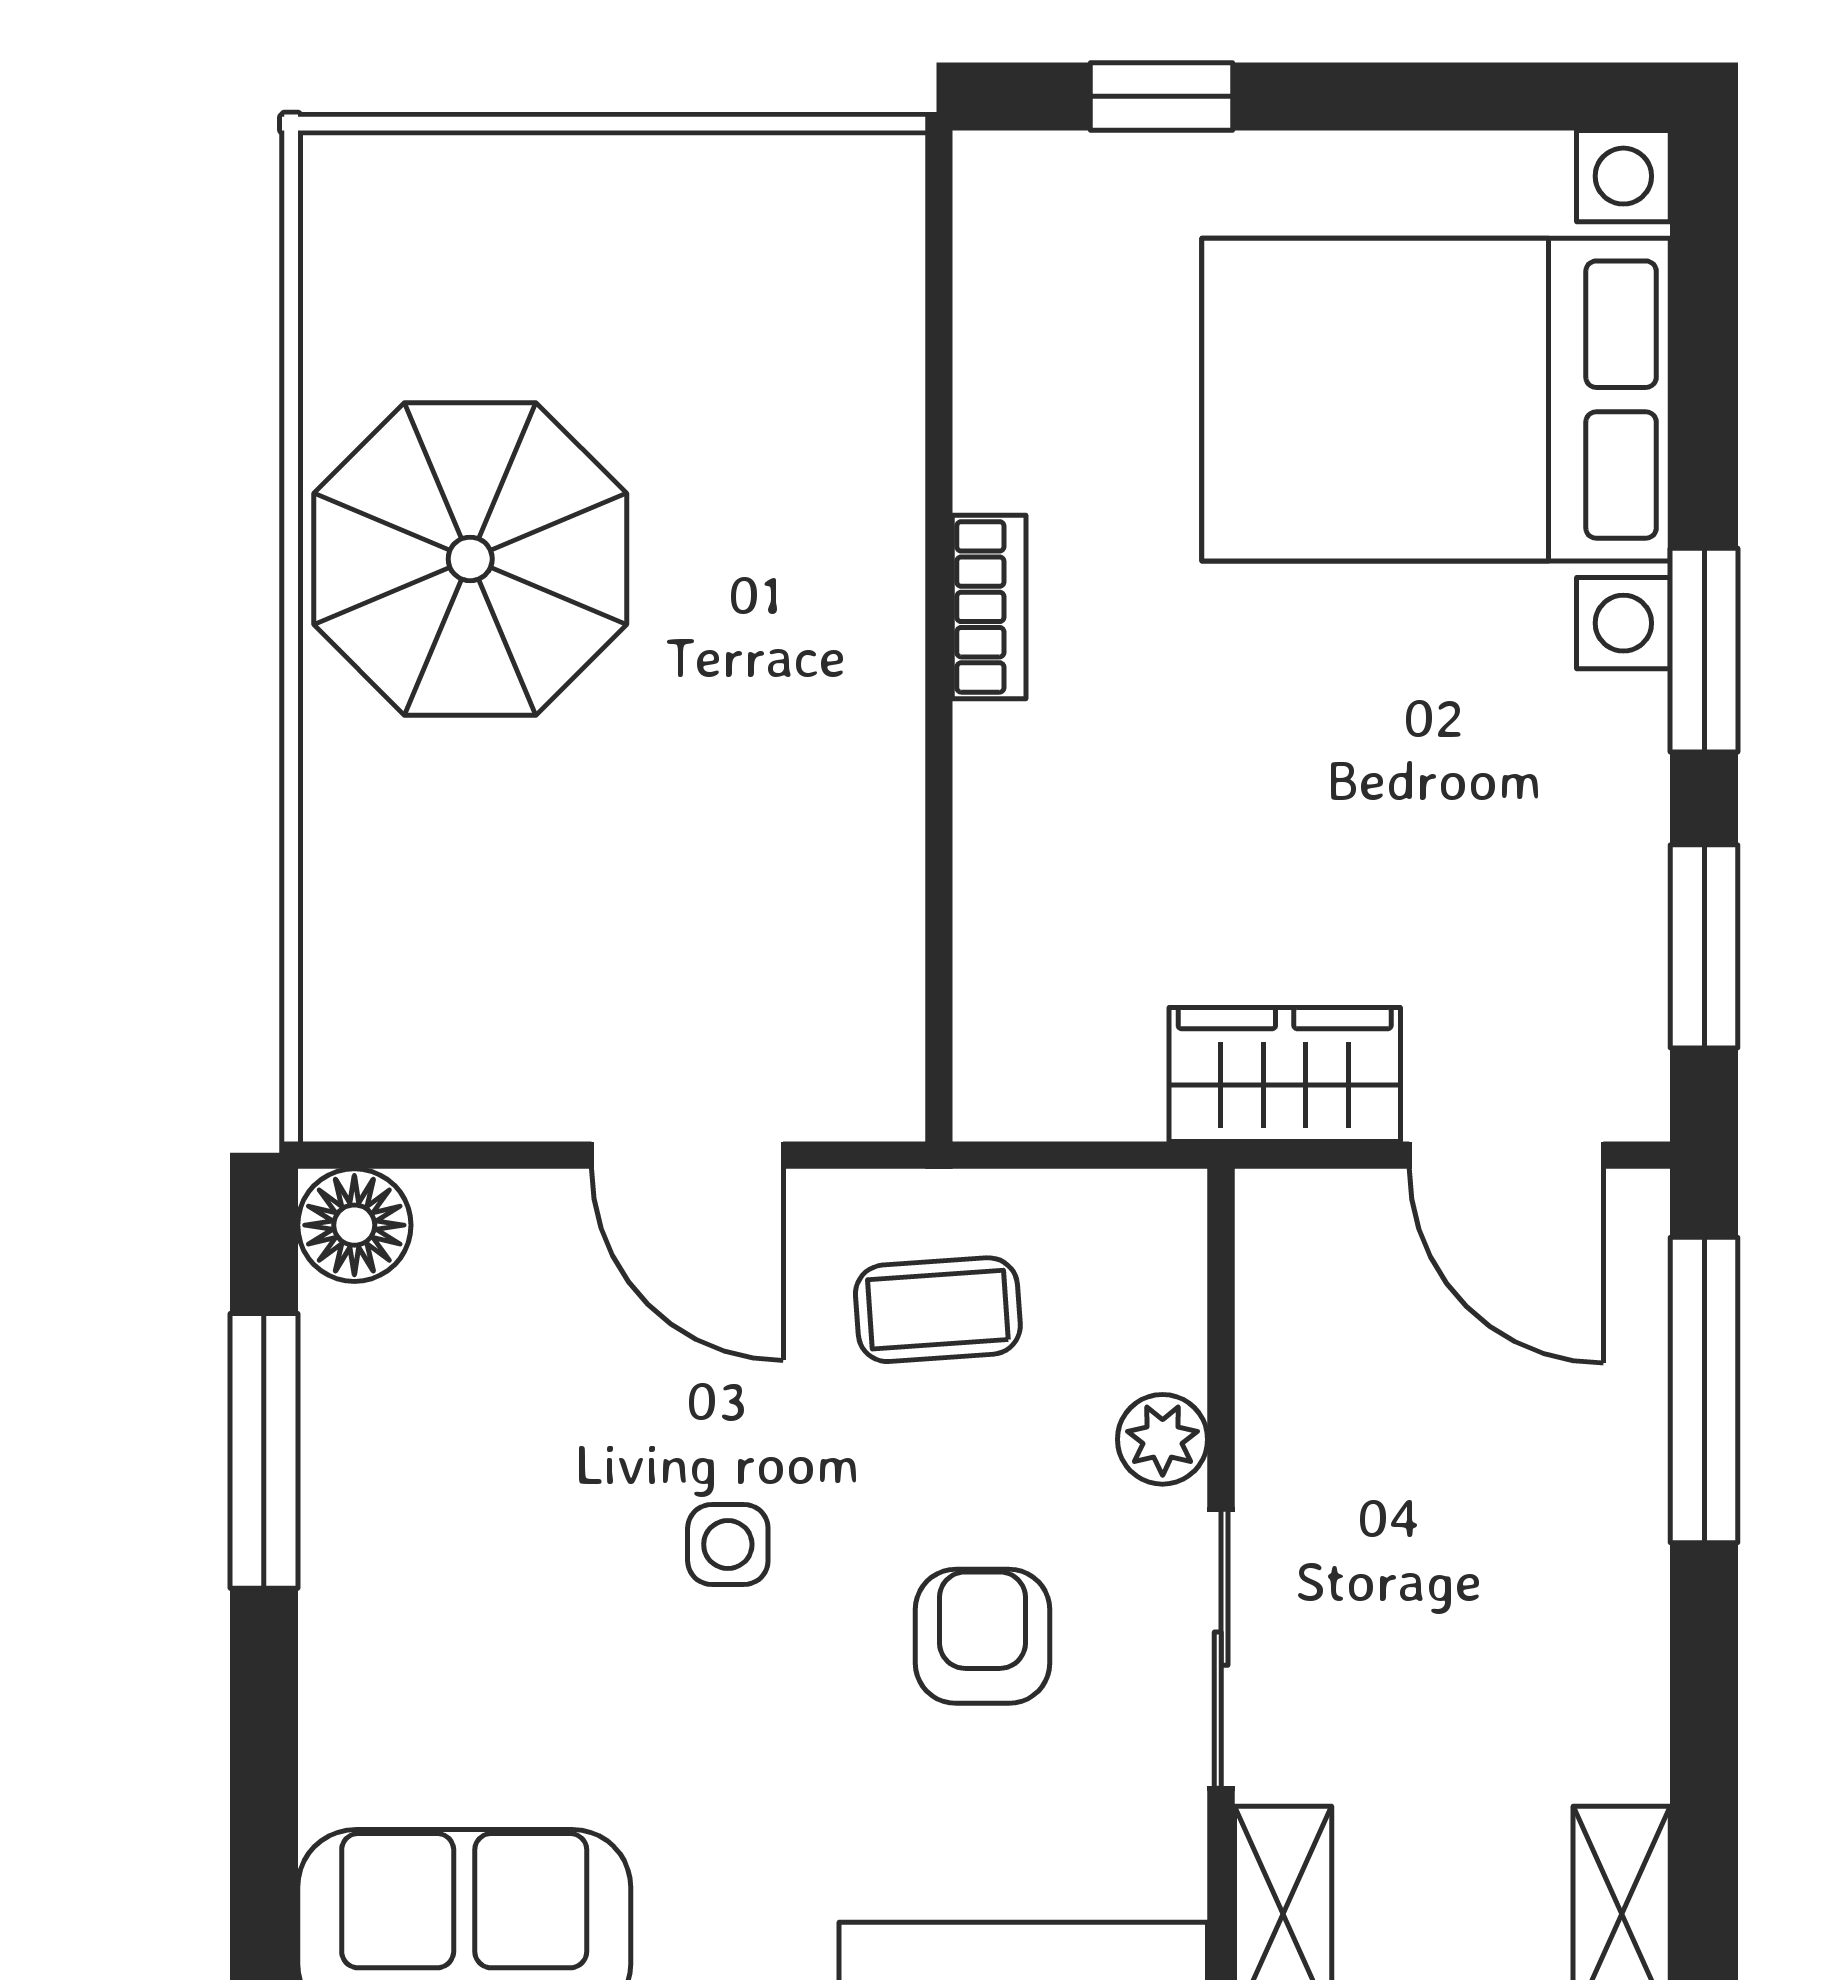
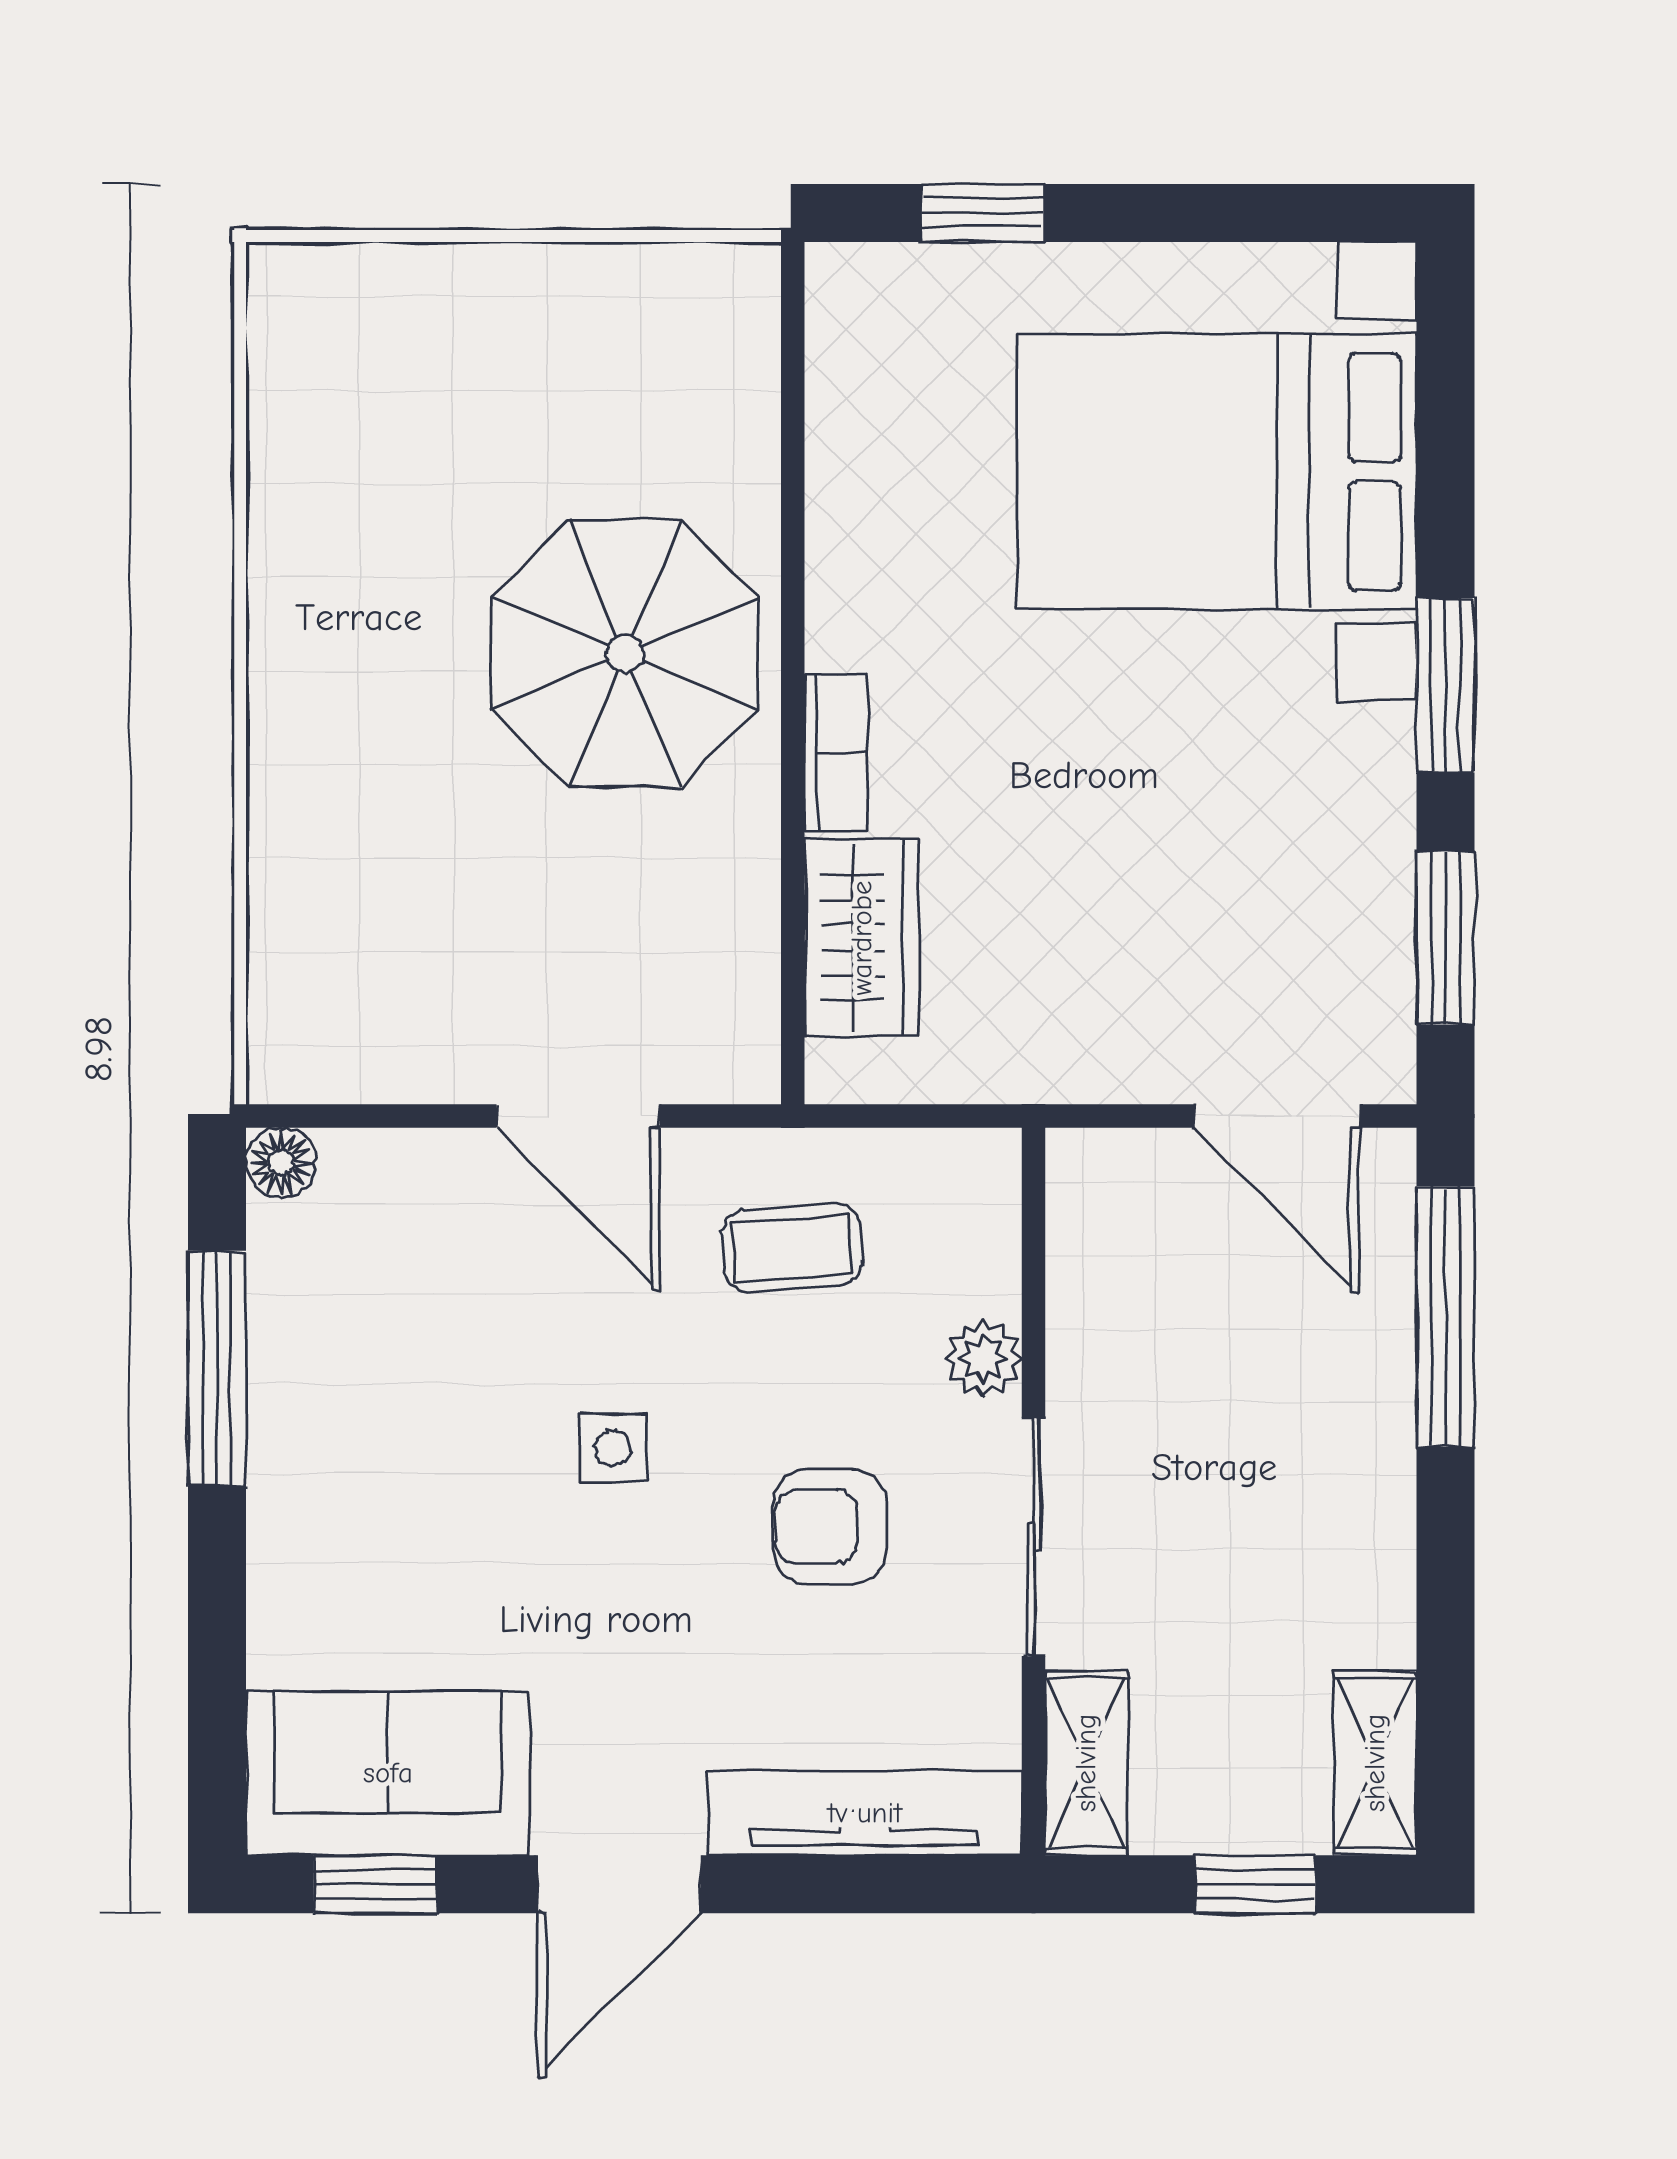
parasol: (470, 559) -> (625, 654), moved
bookcase: (989, 607) -> (836, 753), moved
wardrobe: (1285, 1074) -> (862, 938), moved, turned 90
floor lamp: (354, 1225) -> (281, 1163), width x0.73, depth x0.73
armchair: (982, 1636) -> (830, 1526), turned -90

